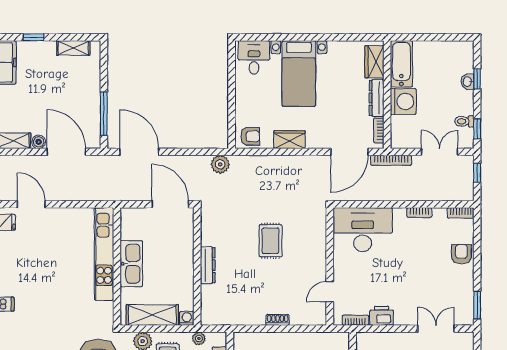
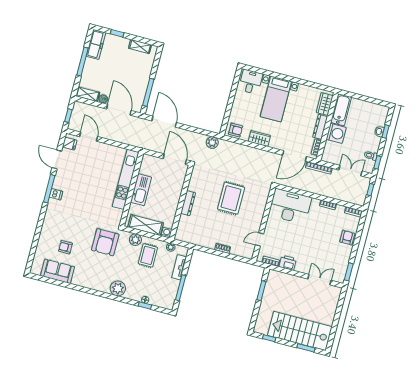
rug: (271, 241) -> (231, 198), width x1.36, depth x1.43

